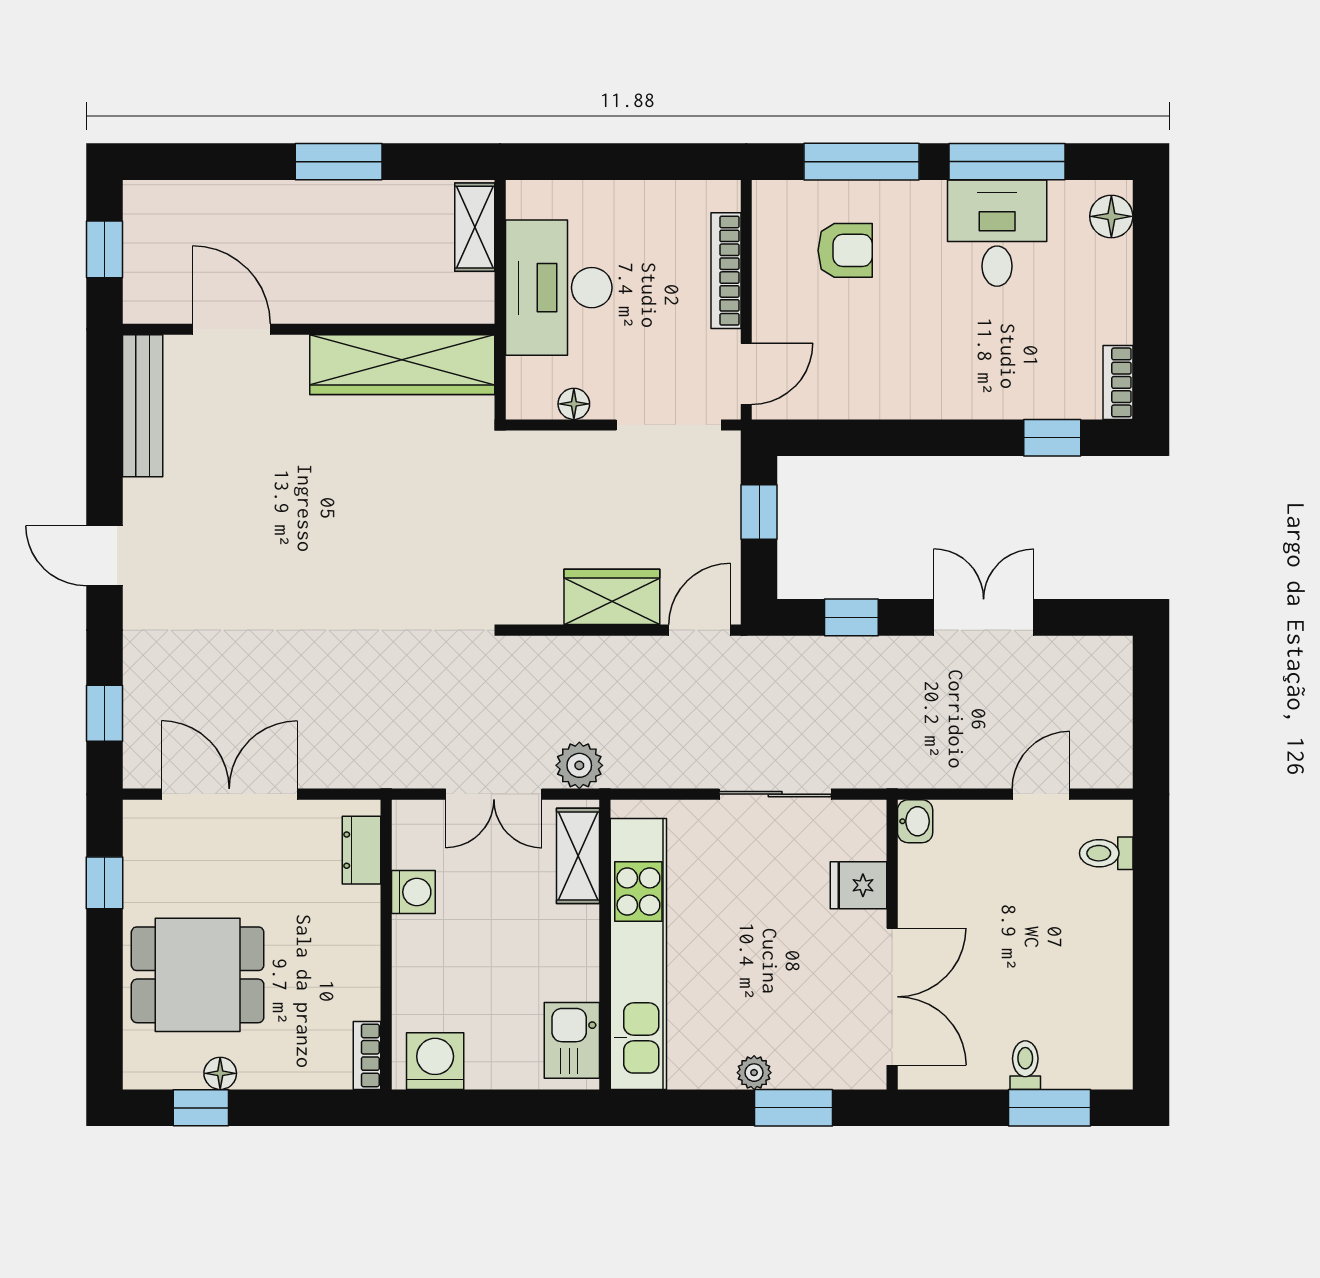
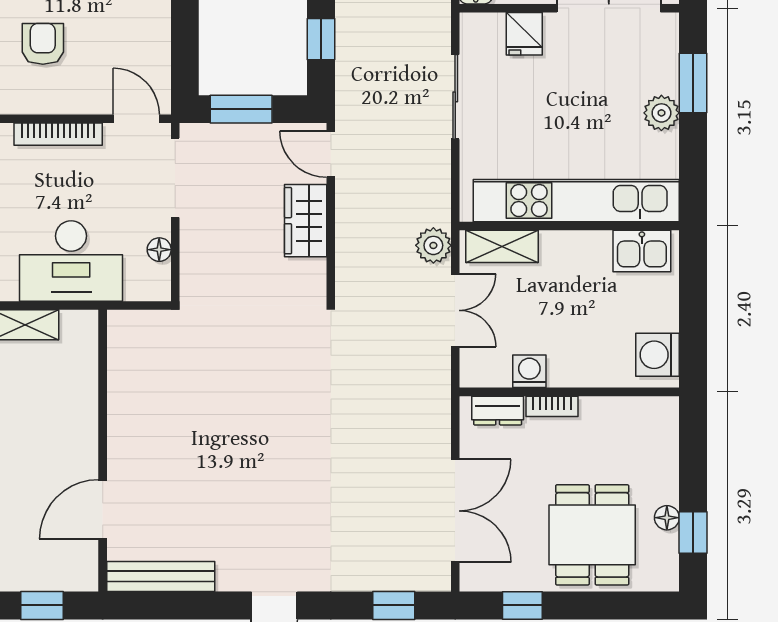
wardrobe: (402, 365) -> (129, 380), removed
window: (759, 512) -> (241, 109), width x1.50
double door: (229, 794) -> (455, 511), swing flipped
bookcase: (367, 1055) -> (552, 406), moved
plant: (754, 1073) -> (661, 113), width x1.38, depth x1.38

